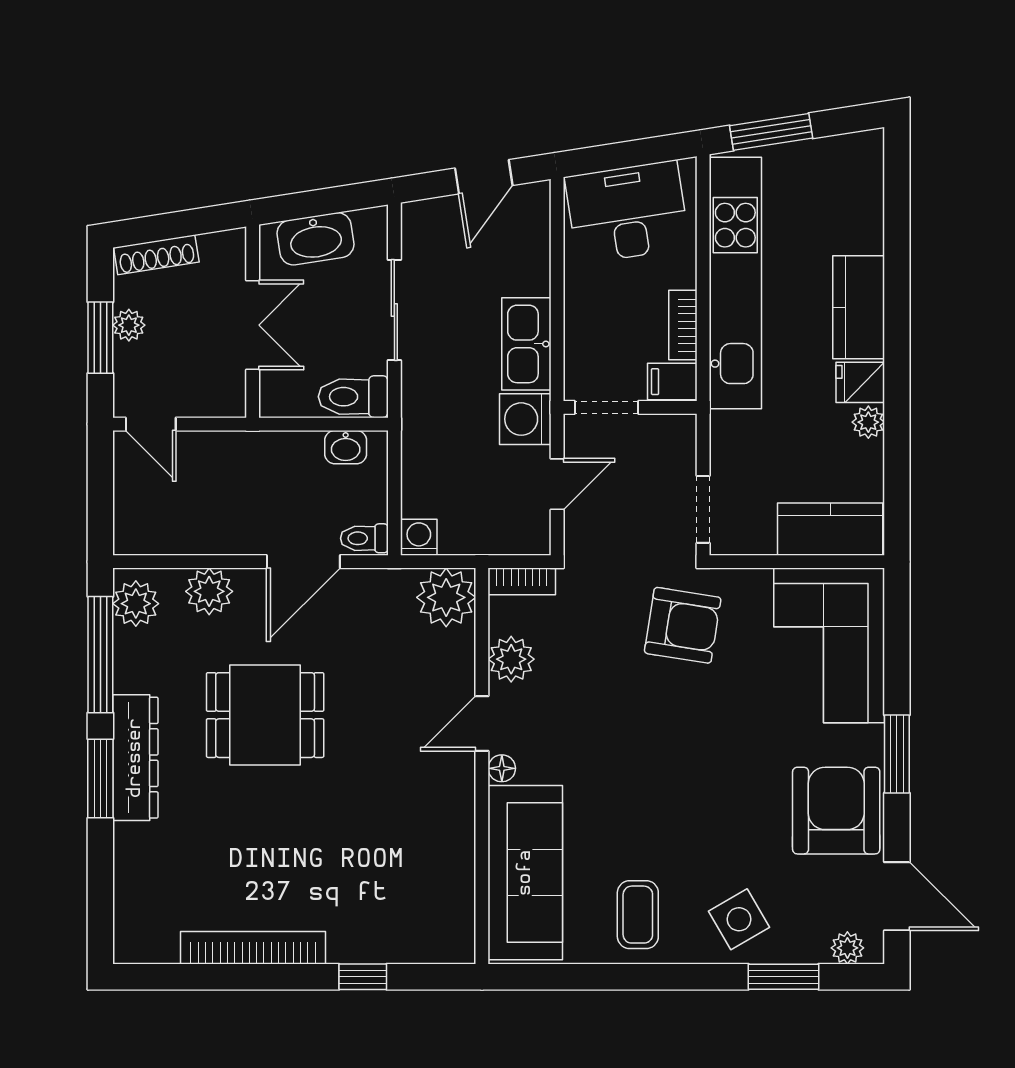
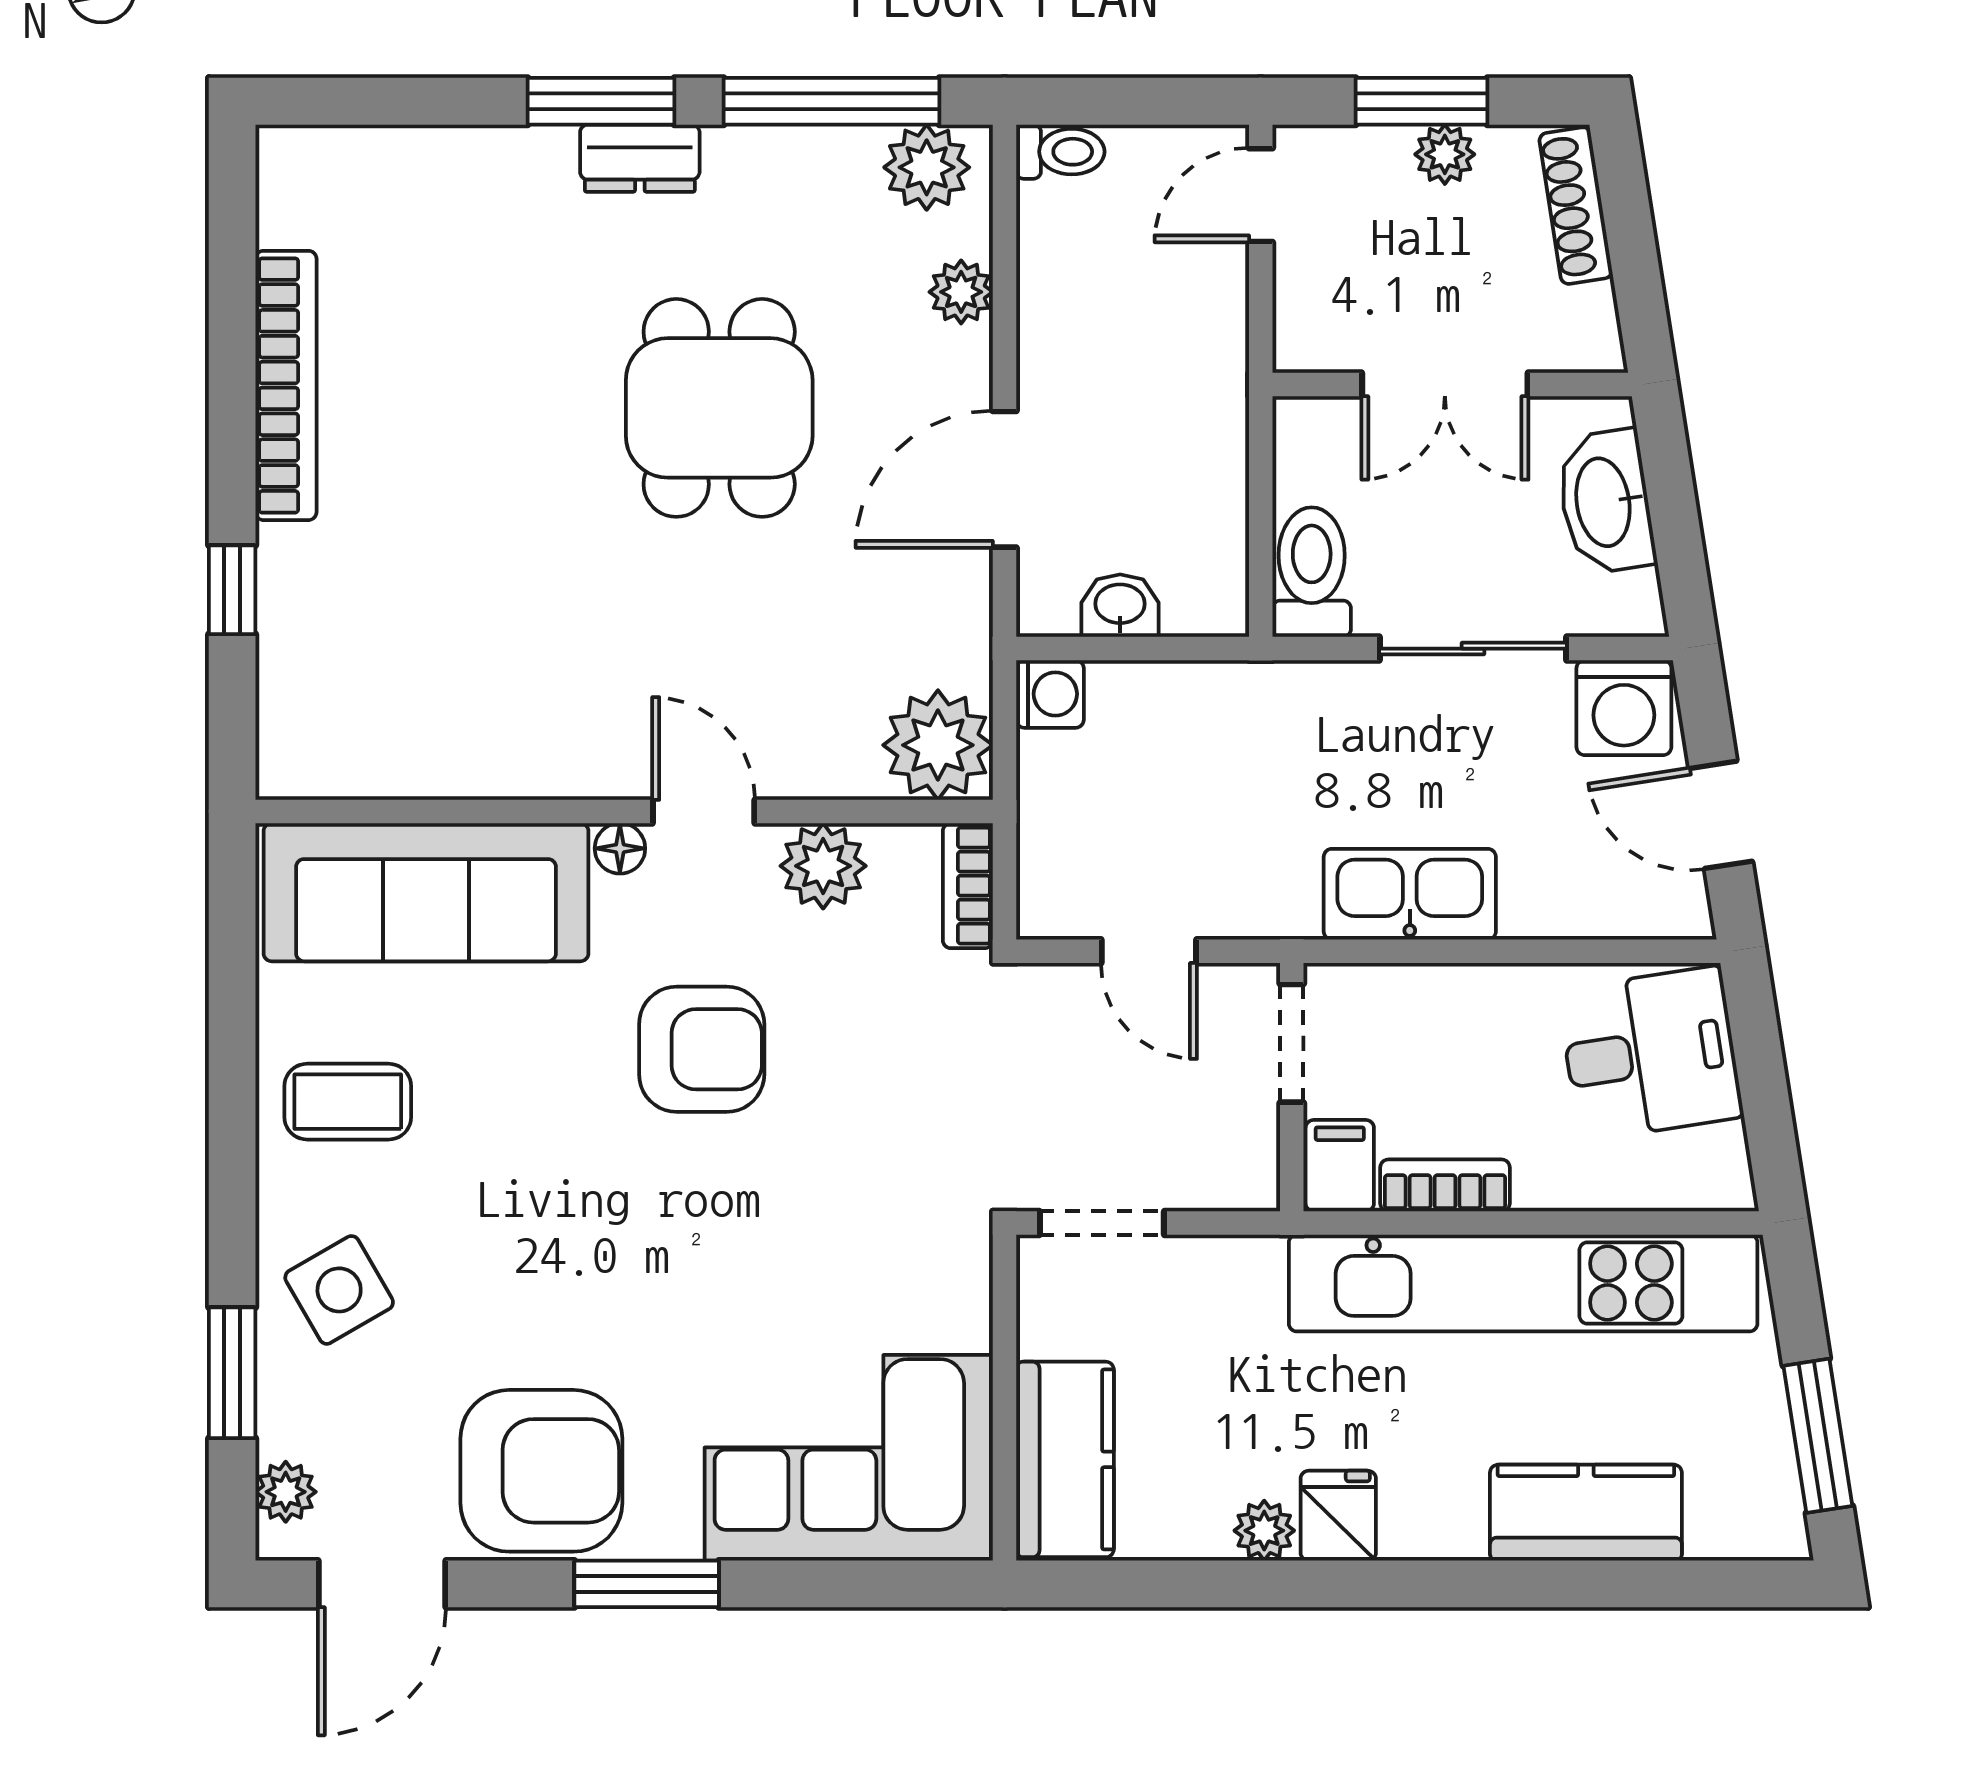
window: (771, 132) -> (1818, 1436), moved
desk: (627, 212) -> (1650, 1054), width x0.73
kitchen counter: (859, 307) -> (1586, 1513), moved
washing machine: (525, 419) -> (1624, 708), moved, turned 180
washbasin: (346, 447) -> (1120, 606), moved, turned 90
toilet: (364, 538) -> (1060, 152), moved, turned 90
door: (303, 562) -> (1004, 479), hinge flipped
plant: (209, 591) -> (961, 292), width x0.73, depth x0.73
armchair: (683, 625) -> (702, 1049), moved, turned -99
dresser: (135, 758) -> (640, 158), width x0.51, depth x0.80

